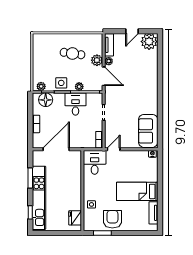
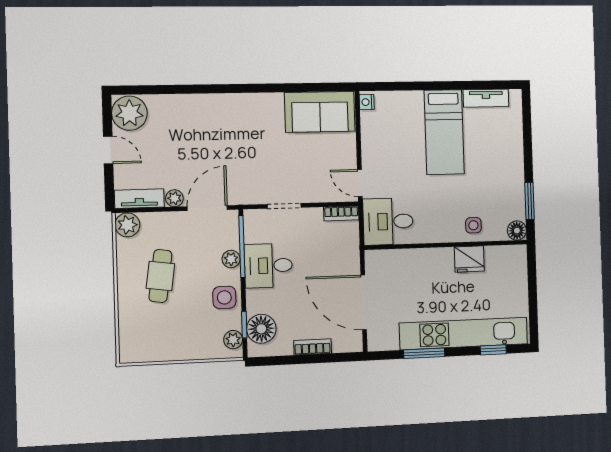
plant: (97, 60) -> (127, 225), moved
fridge: (75, 218) -> (469, 259), moved
armchair: (112, 219) -> (501, 181), removed
floor lamp: (88, 226) -> (517, 231), added

